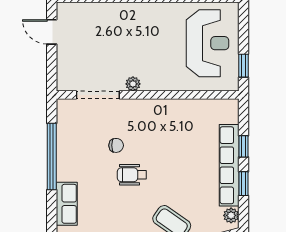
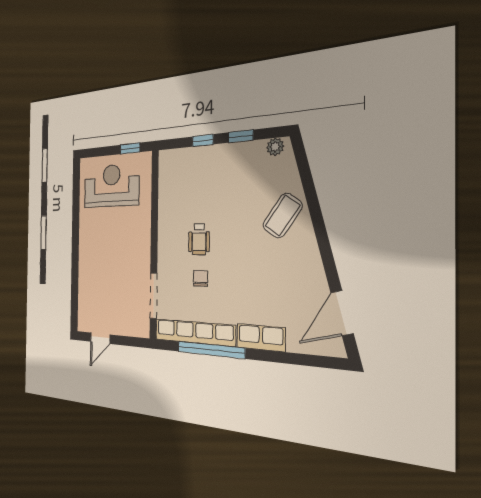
plant: (133, 84) -> (144, 259), removed
row of seats: (229, 165) -> (194, 332), moved, turned 180
wheelchair: (132, 175) -> (199, 239), moved

